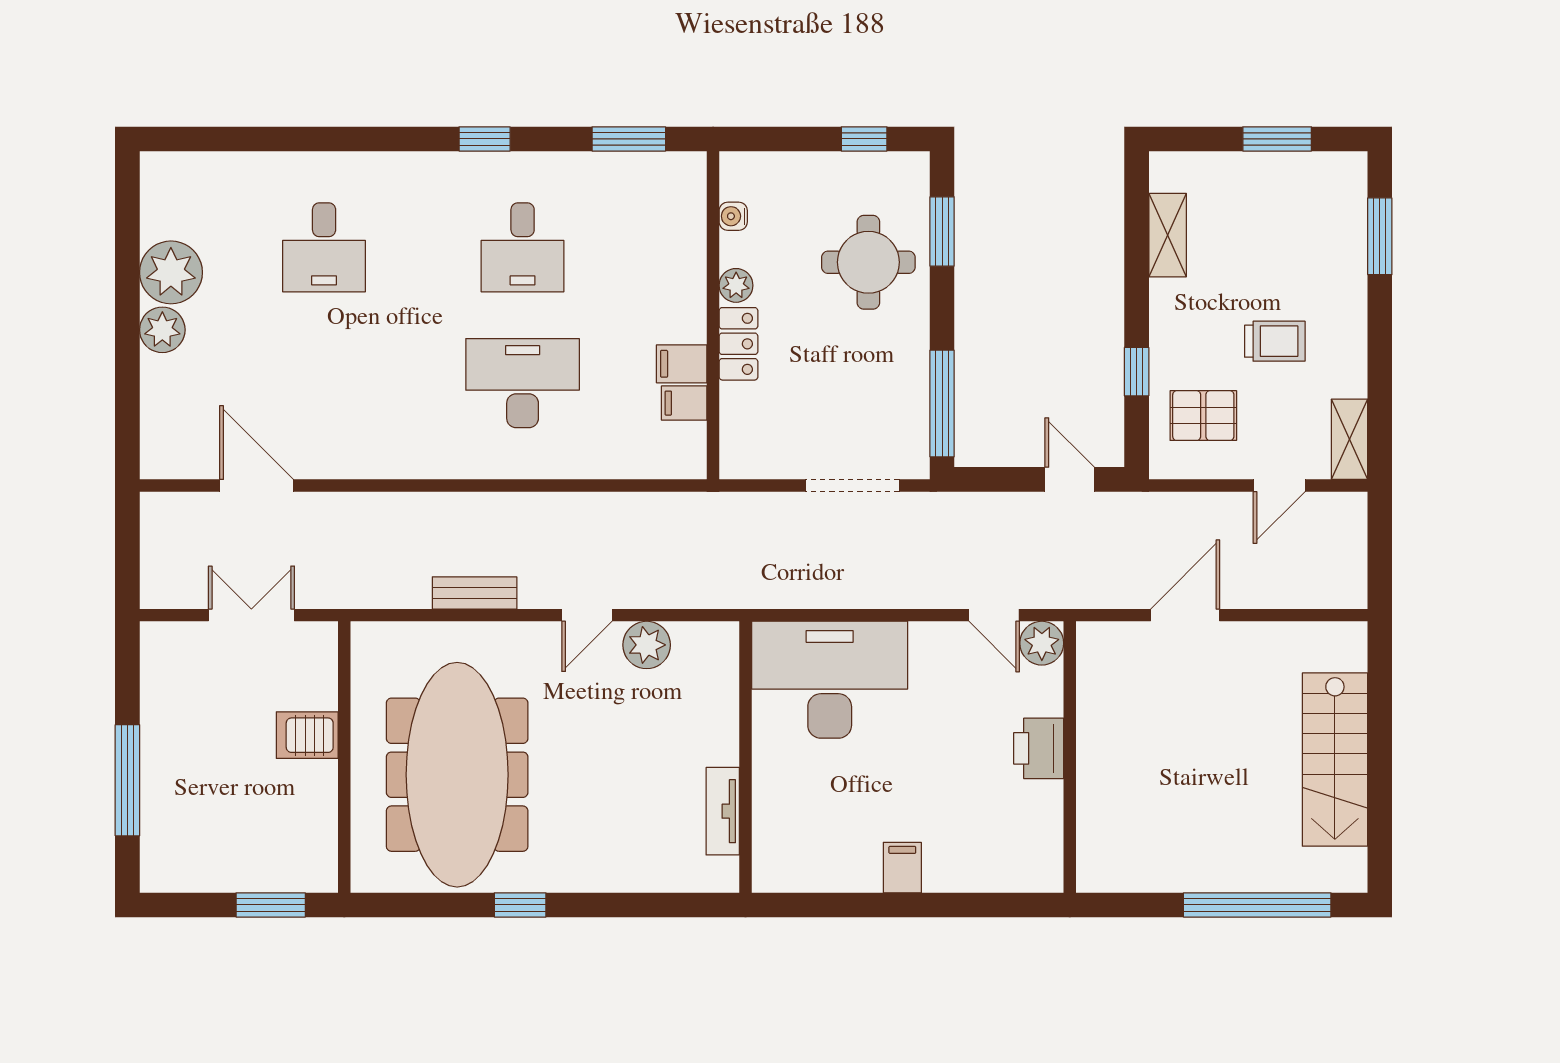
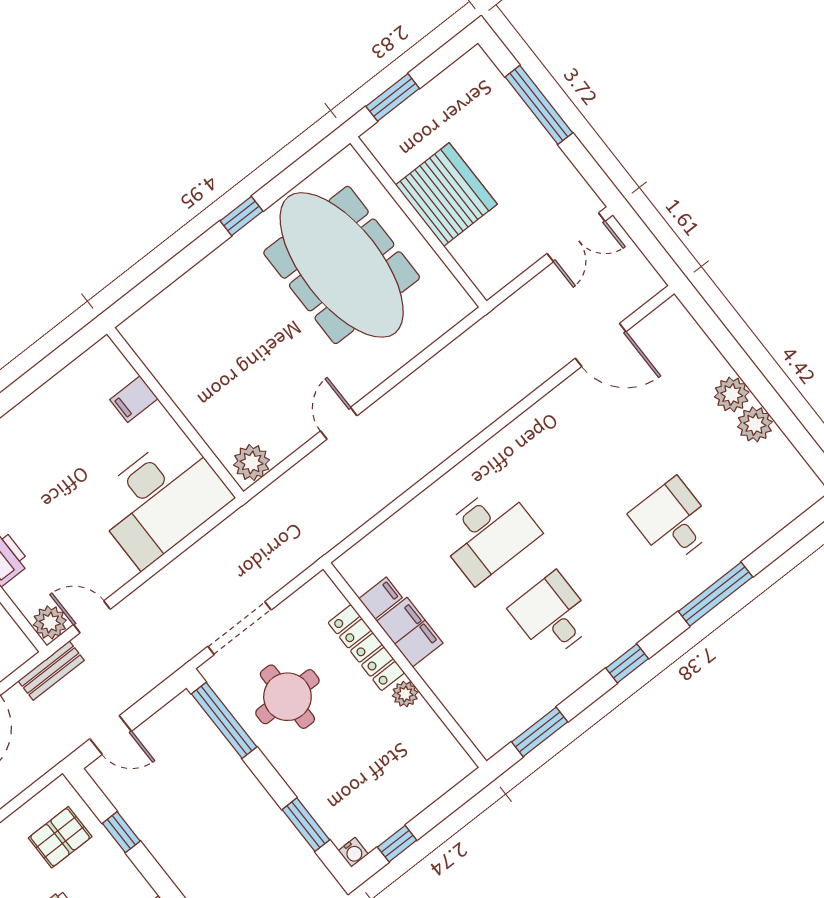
window: (339, 139) -> (715, 594), added
water cooler: (733, 216) -> (353, 852), moved, turned 90
round table: (868, 262) -> (287, 697), moved
plant: (171, 272) -> (755, 424), width x0.73, depth x0.73
locker: (738, 344) -> (366, 648), width x1.53
filing cabinet: (682, 364) -> (410, 632), width x2.00
bench: (475, 593) -> (51, 671), moved
double door: (251, 615) -> (576, 237), moved
plant: (647, 645) -> (252, 462), moved
server rack: (307, 735) -> (446, 195), width x2.18, depth x1.44
tv unit: (723, 811) -> (163, 369), removed
filing cabinet: (902, 868) -> (134, 399), moved, turned 90

